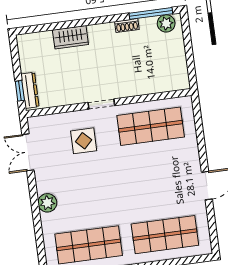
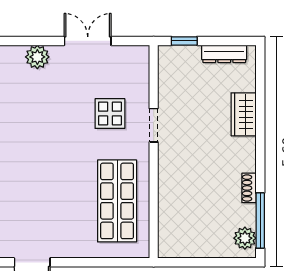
dresser: (30, 90) -> (224, 54), moved
doorway: (101, 104) -> (154, 125), moved
double door: (28, 152) -> (88, 41), moved

